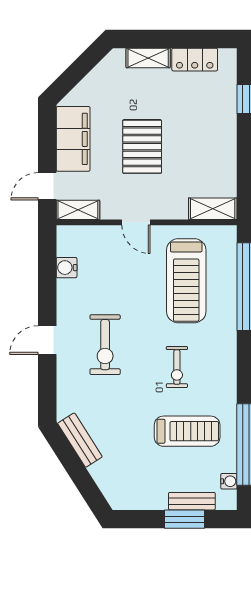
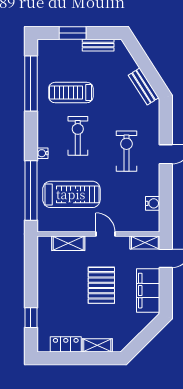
shelving: (213, 209) -> (68, 243), moved
treadmill: (186, 281) -> (71, 194), turned 90
exercise bike: (177, 367) -> (78, 136), width x1.38, depth x1.39
water cooler: (229, 481) -> (43, 153), moved
bench: (192, 501) -> (98, 45), moved

